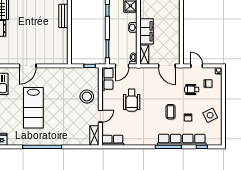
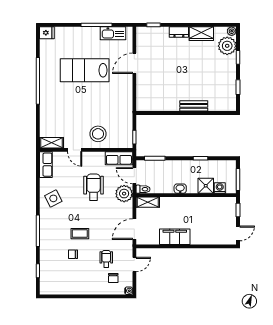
filing cabinet: (146, 31) -> (175, 237), moved, turned 180
door: (28, 66) -> (134, 63), hinge flipped
plant: (137, 75) -> (124, 194), added
wheelchair: (132, 100) -> (94, 187), turned 90
side table: (210, 115) -> (53, 198), moved
row of seats: (182, 140) -> (46, 247), removed

